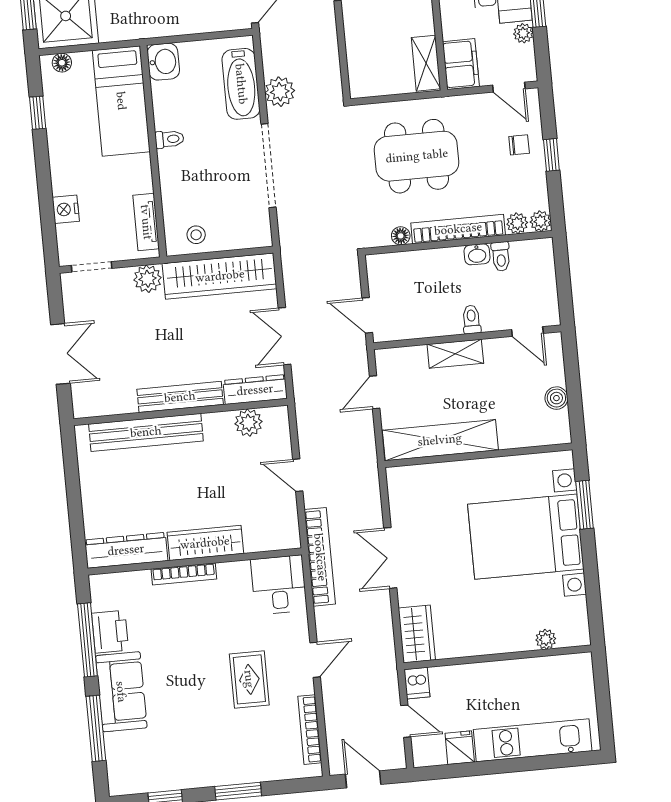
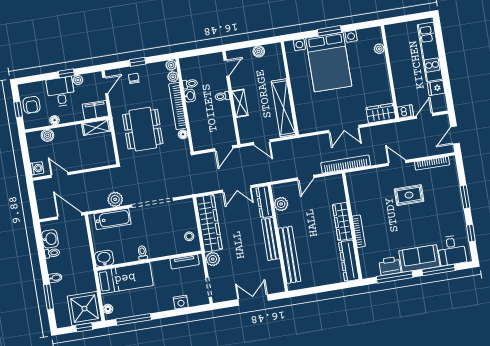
window: (38, 113) -> (134, 319), width x2.17
window: (585, 505) -> (329, 31), moved
desk: (279, 585) -> (452, 250), moved, turned -90

